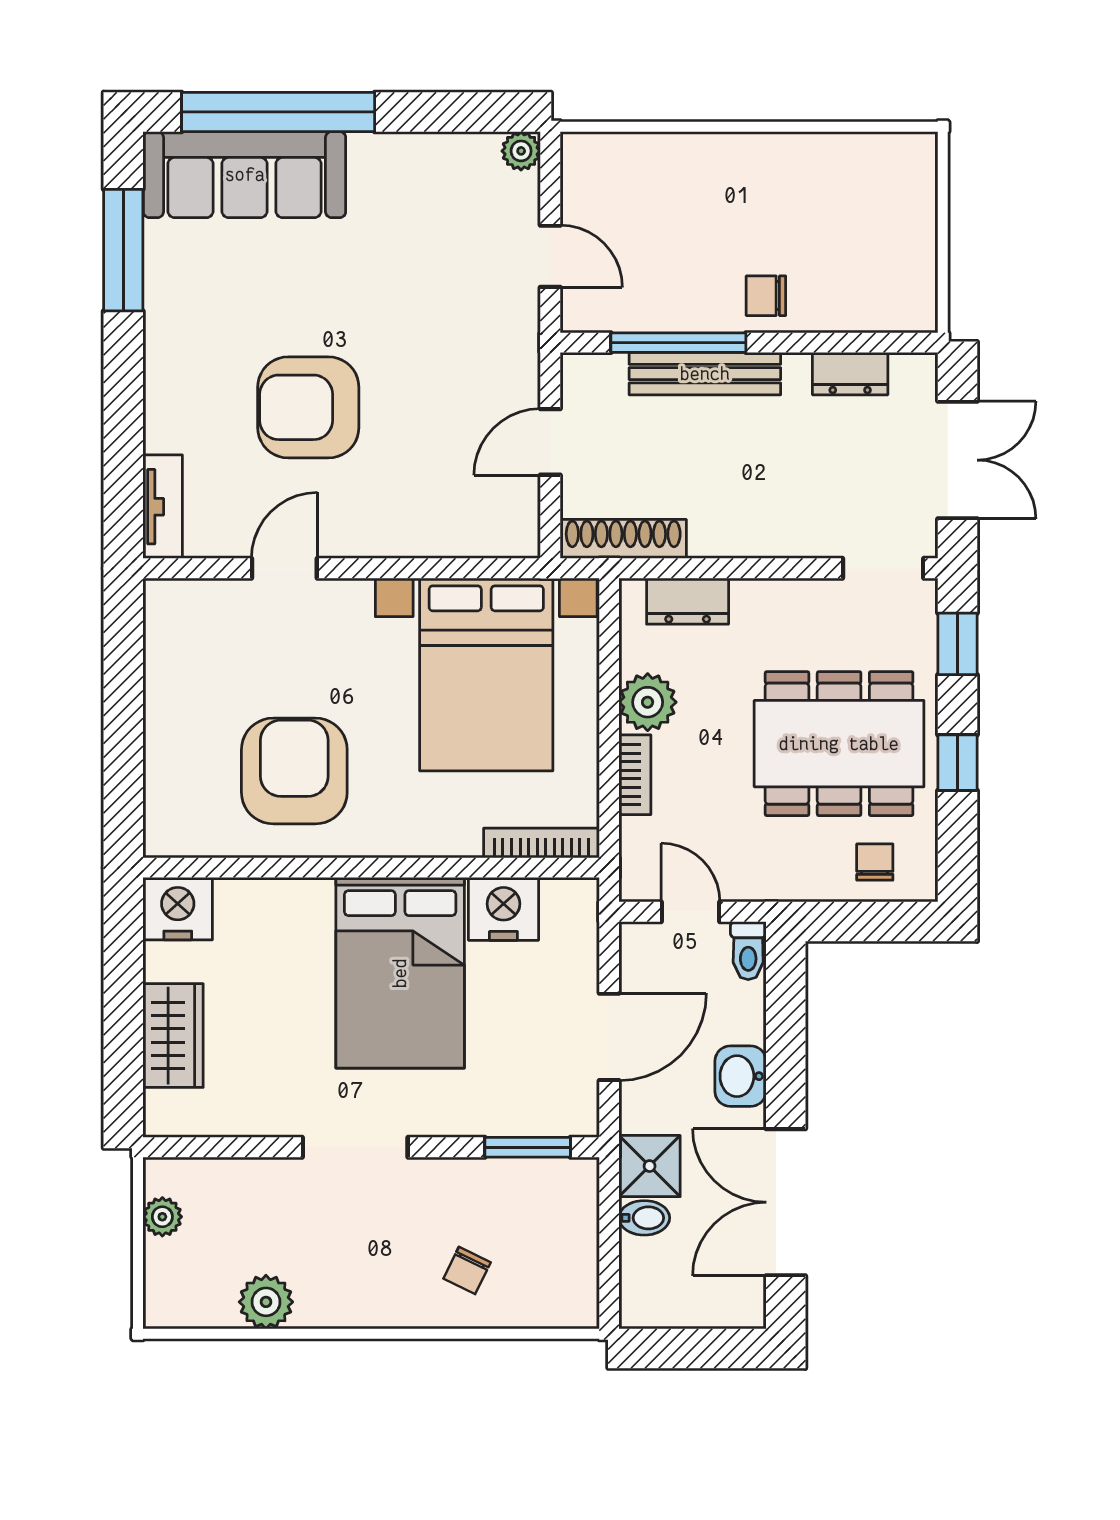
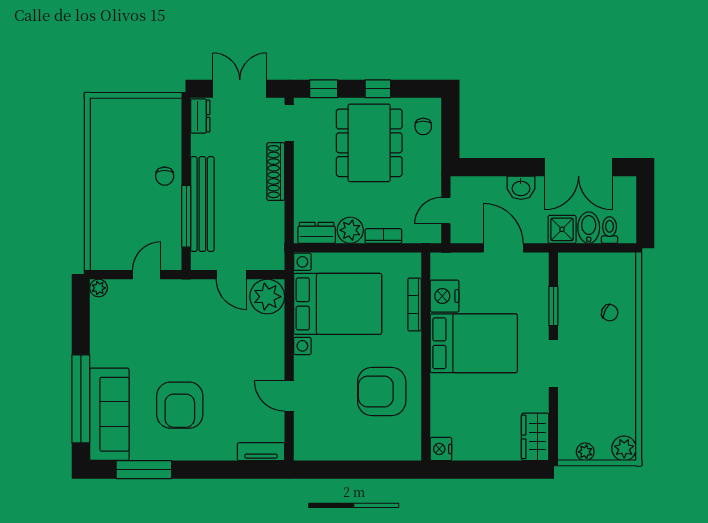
bench: (705, 374) -> (202, 204), width x1.37, depth x1.21
dresser: (850, 374) -> (200, 116), moved
armchair: (308, 407) -> (180, 405), moved
plant: (502, 520) -> (267, 297), added
shoe rack: (623, 539) -> (276, 172), moved
dresser: (688, 601) -> (317, 233), moved, turned -90
bookcase: (541, 843) -> (415, 304), moved
chair: (875, 862) -> (423, 126), turned -90
nightstand: (178, 909) -> (441, 449), width x0.74, depth x0.75
toilet: (748, 951) -> (610, 230), moved, turned -90
wardrobe: (173, 1036) -> (535, 437), moved, turned -90
window: (528, 1147) -> (553, 306), moved
bidet: (644, 1218) -> (589, 228), width x1.38, depth x1.36
plant: (266, 1302) -> (624, 448), moved

